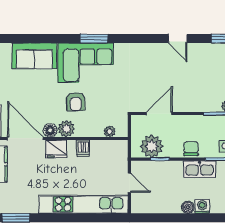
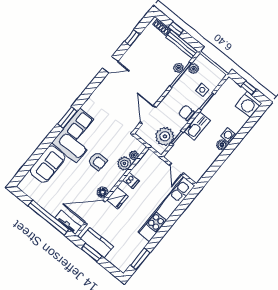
plant: (66, 129) -> (124, 163), moved
kitchen sink: (200, 169) -> (197, 126), moved
door: (129, 183) -> (176, 169), swing flipped

